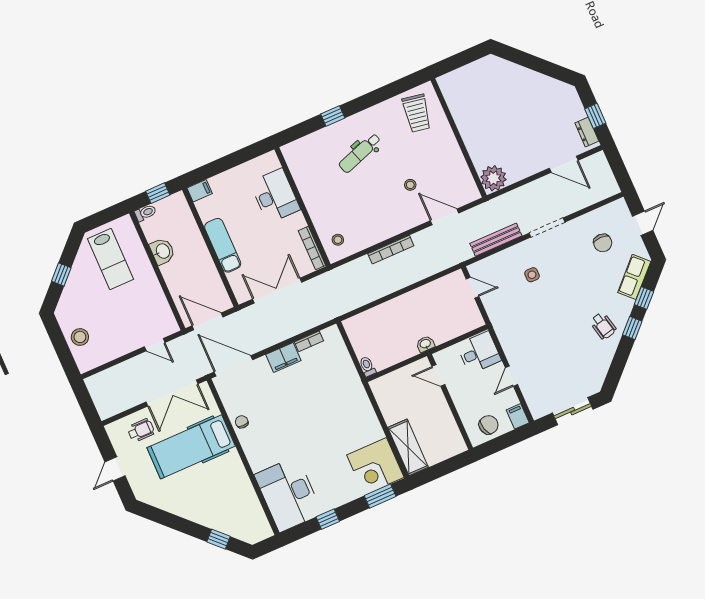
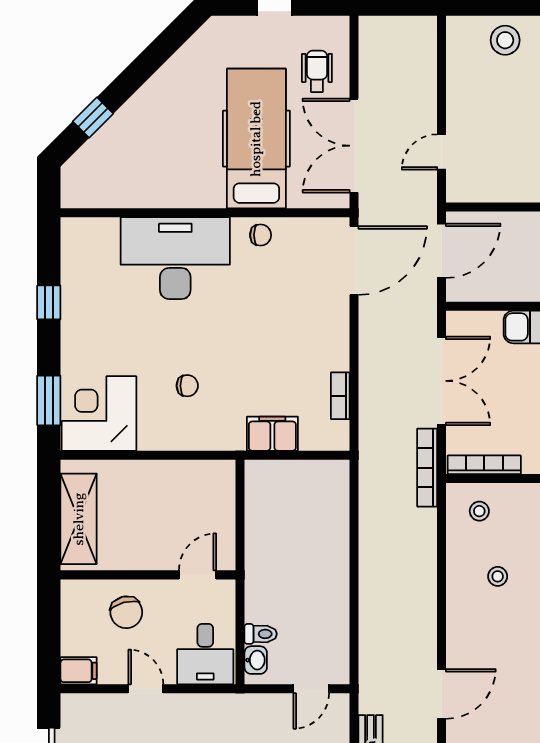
stool: (410, 185) -> (498, 576), moved
bookcase: (391, 250) -> (427, 468), moved
washbasin: (425, 344) -> (256, 660), moved
filing cabinet: (283, 358) -> (272, 434), moved, turned 90
toilet: (367, 366) -> (261, 634), moved
chair: (489, 425) -> (126, 612), moved
chair: (340, 426) -> (187, 386), added
wheelchair: (141, 430) -> (317, 71), turned 180
shelving: (408, 447) -> (79, 519), moved, turned 90
desk: (288, 494) -> (175, 258), moved

